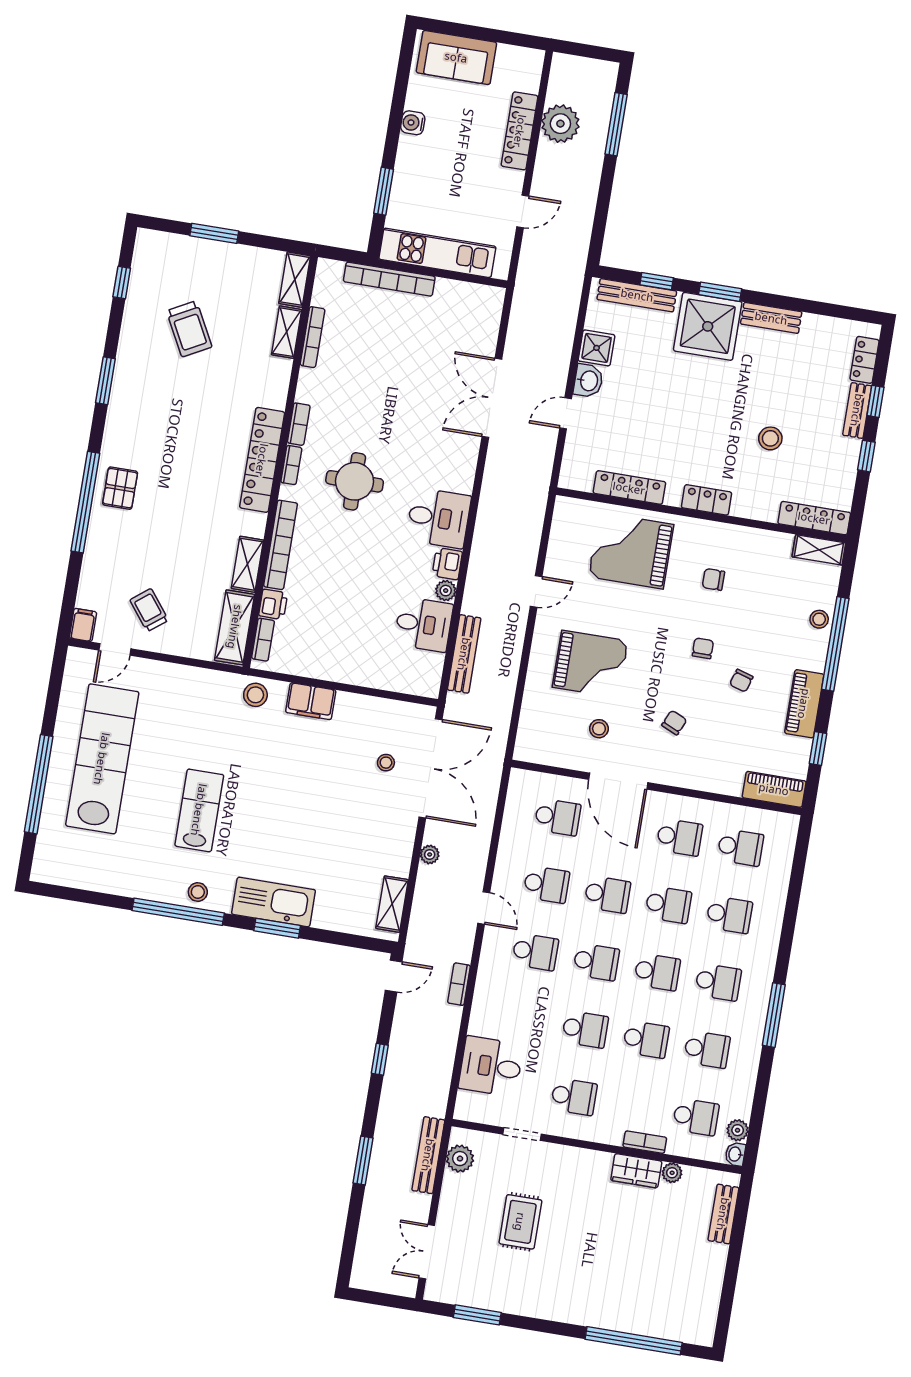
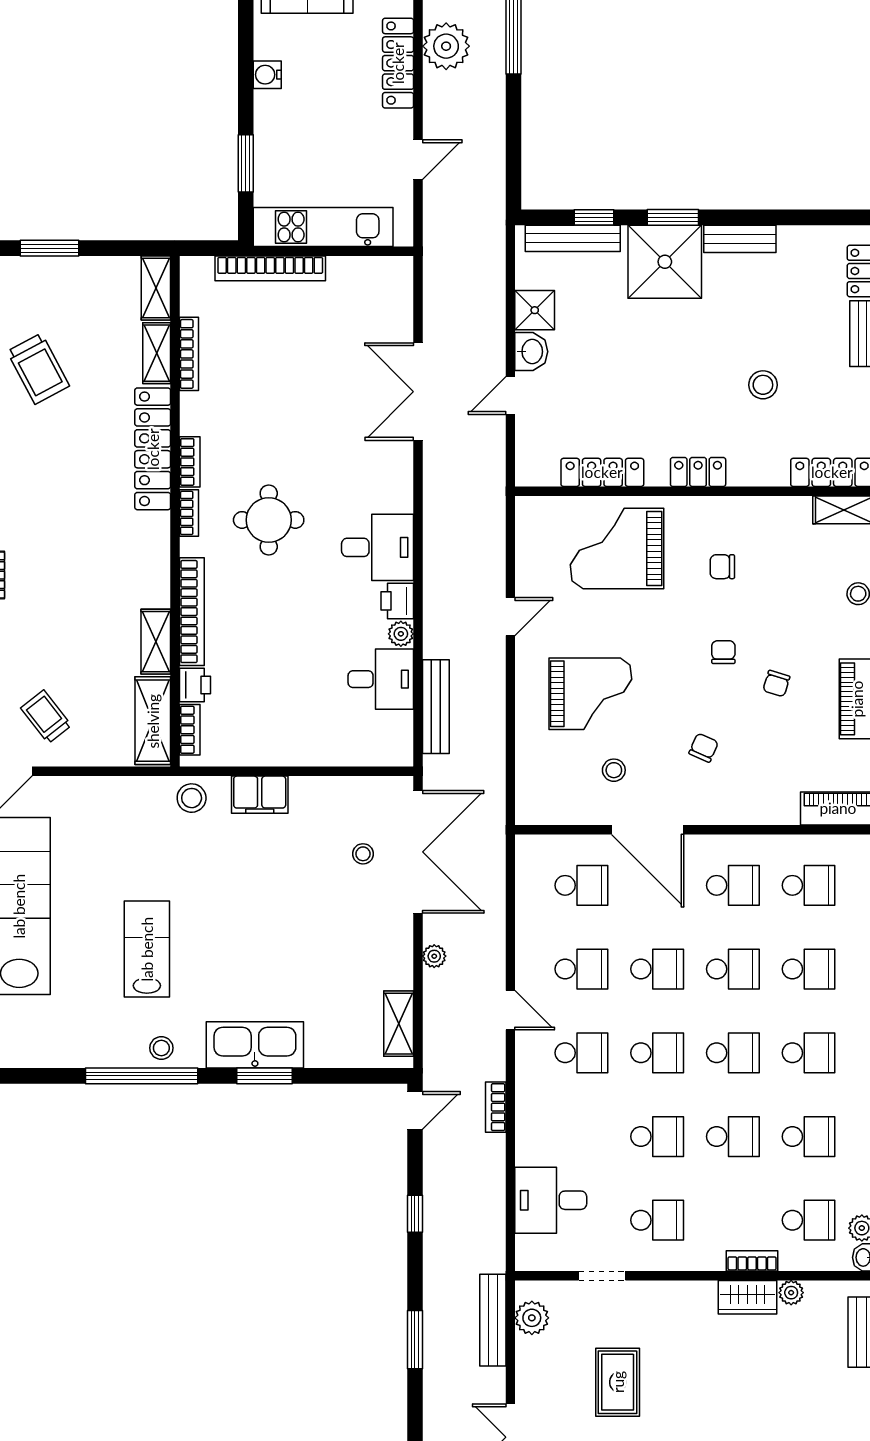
locker: (262, 460) -> (153, 449), moved

